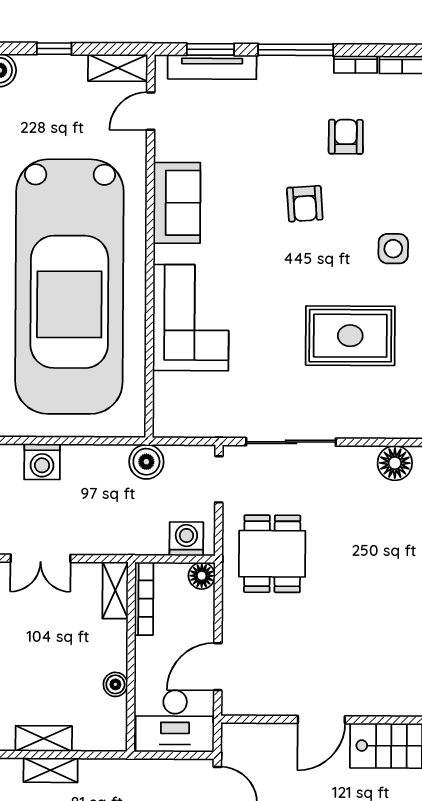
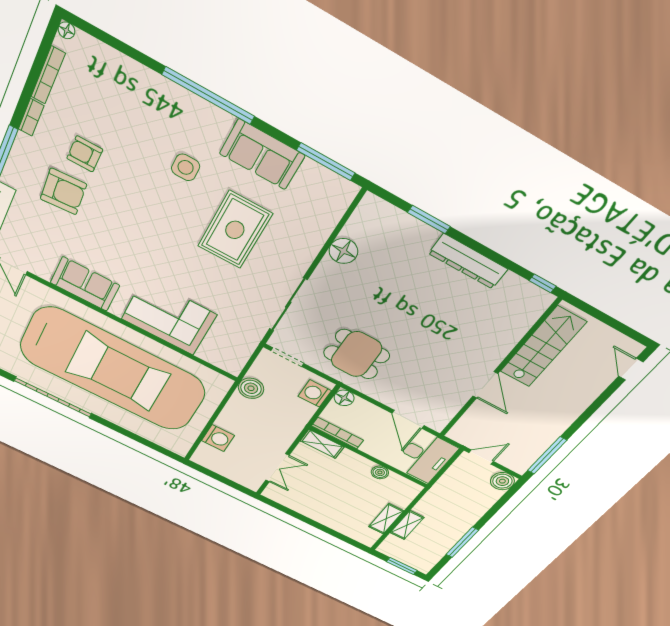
armchair: (305, 204) -> (63, 192), moved, width x1.38, depth x1.38

